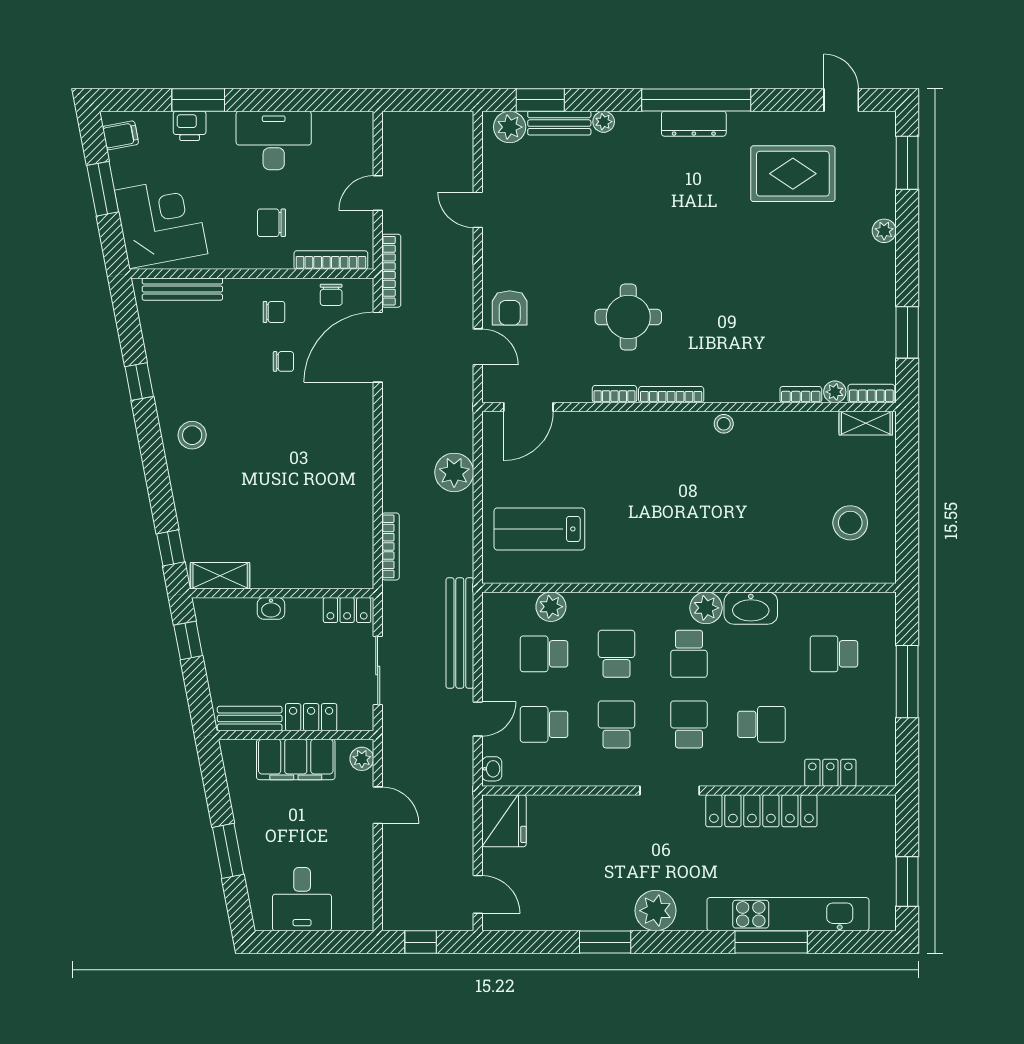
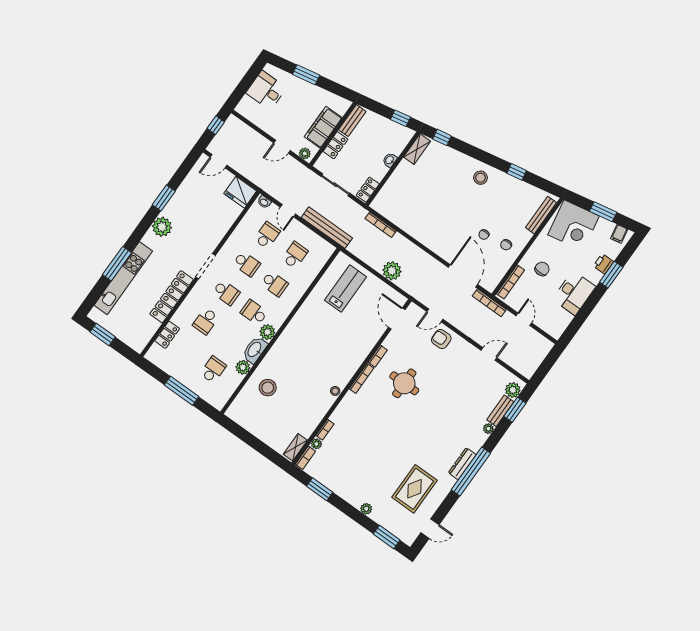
chair: (331, 295) -> (497, 272), removed
stool: (850, 523) -> (268, 388), moved
plant: (551, 607) -> (243, 367), moved

